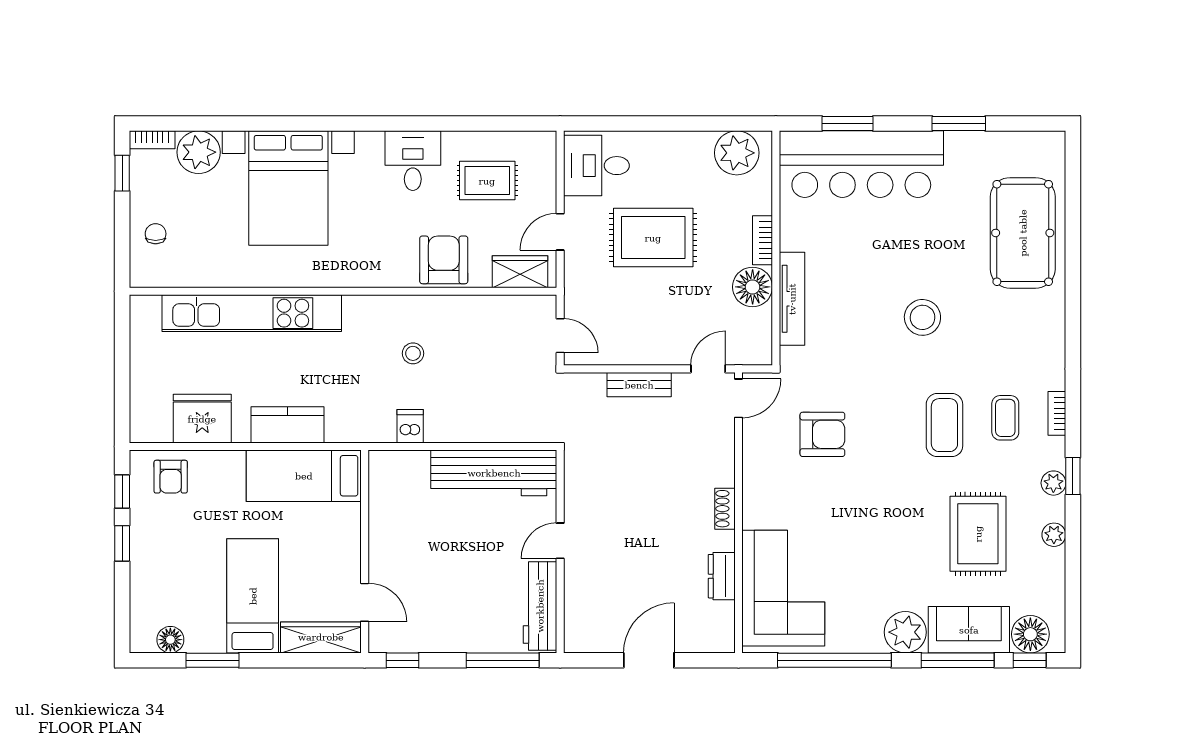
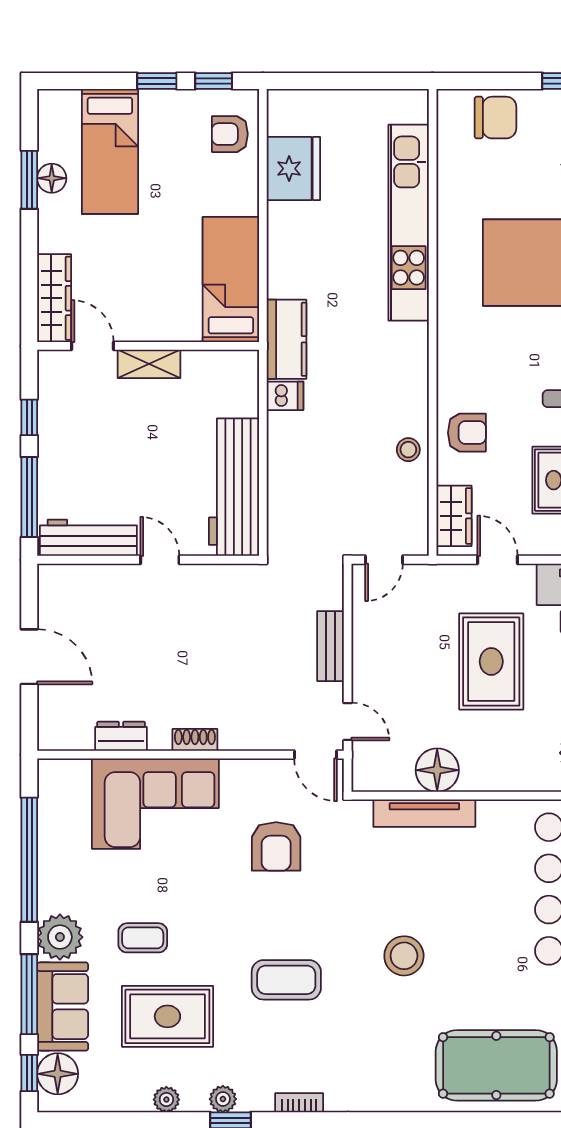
chair: (156, 234) -> (495, 118), width x1.87, depth x1.87
bookcase: (763, 240) -> (488, 781), removed
armchair: (444, 260) -> (467, 433), width x0.72, depth x0.72
stool: (413, 353) -> (408, 450), moved
coffee table: (1005, 418) -> (143, 938), moved
kitchen counter: (287, 425) -> (286, 339), moved
shelving: (381, 551) -> (149, 364), added
corner sofa: (783, 588) -> (155, 804), moved
bed: (253, 596) -> (110, 151), moved, turned 90
door: (365, 602) -> (93, 346), swing flipped
floor lamp: (170, 640) -> (52, 178), moved
window: (402, 660) -> (29, 417), moved

